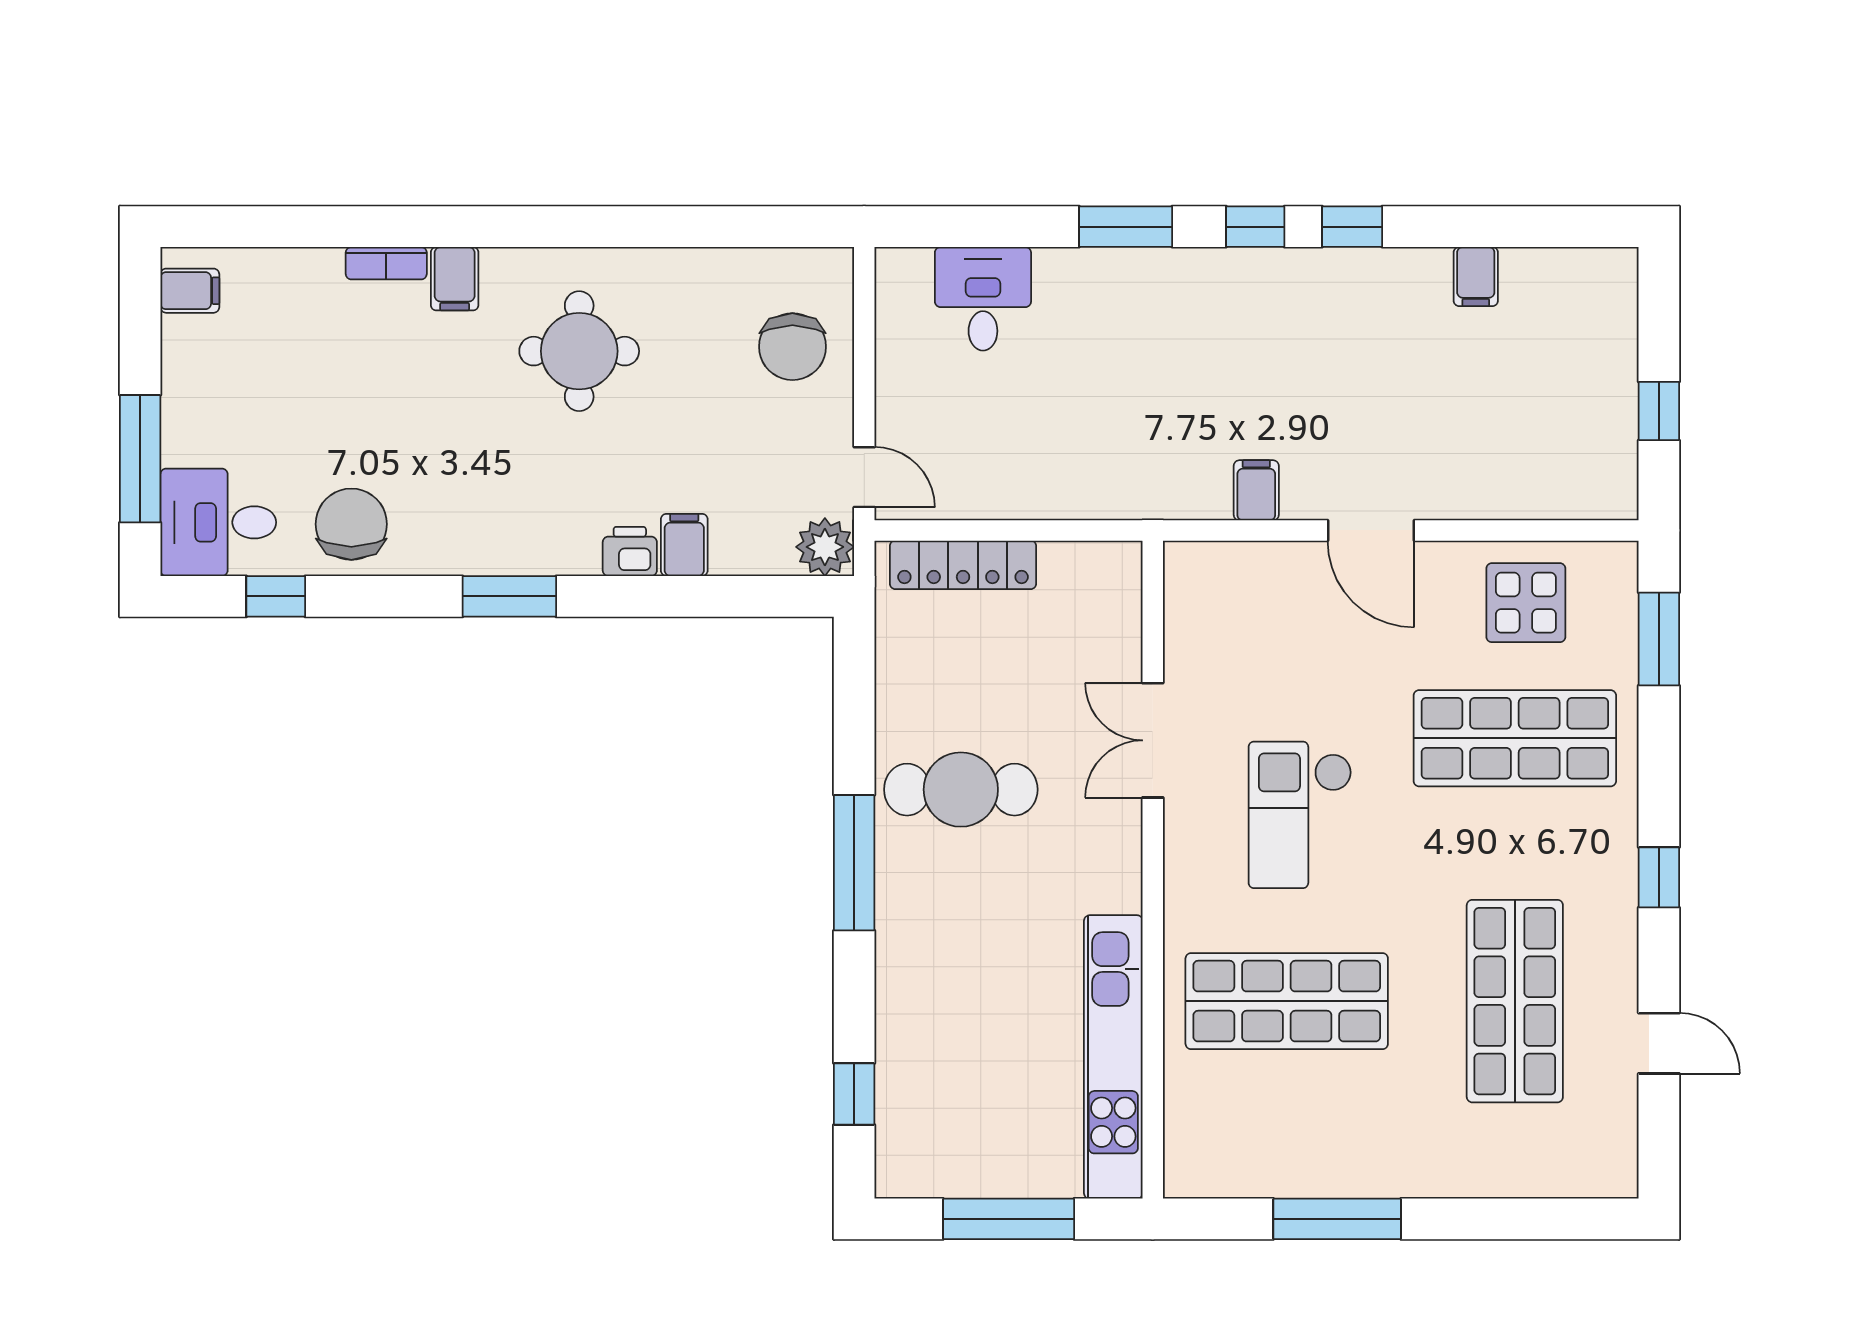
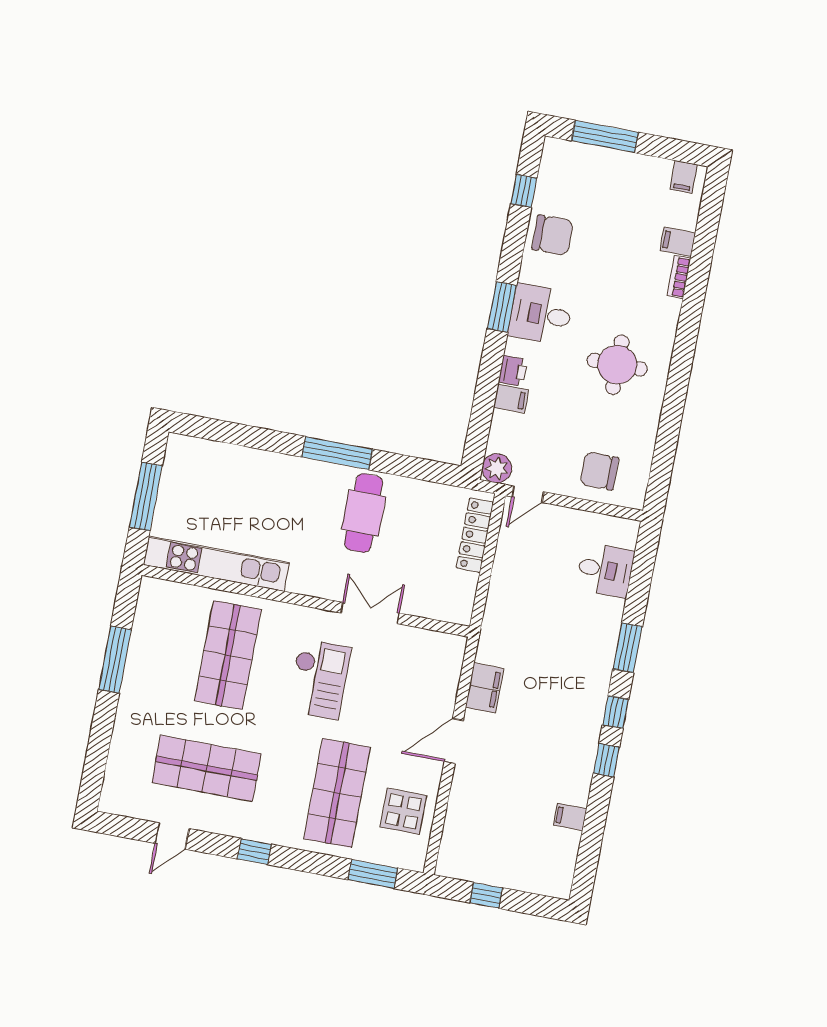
filing cabinet: (455, 279) -> (678, 242), moved
filing cabinet: (1256, 490) -> (484, 688), width x2.00
desk: (218, 522) -> (541, 314), moved, turned -90
checkout: (1300, 815) -> (319, 679), turned 90
window: (854, 1094) -> (222, 431), removed

